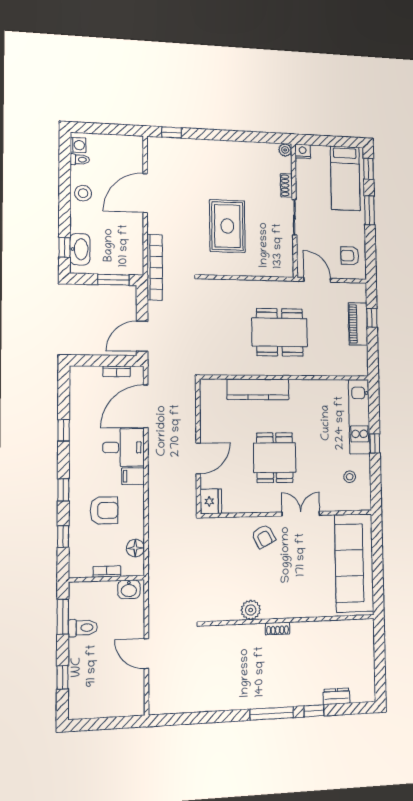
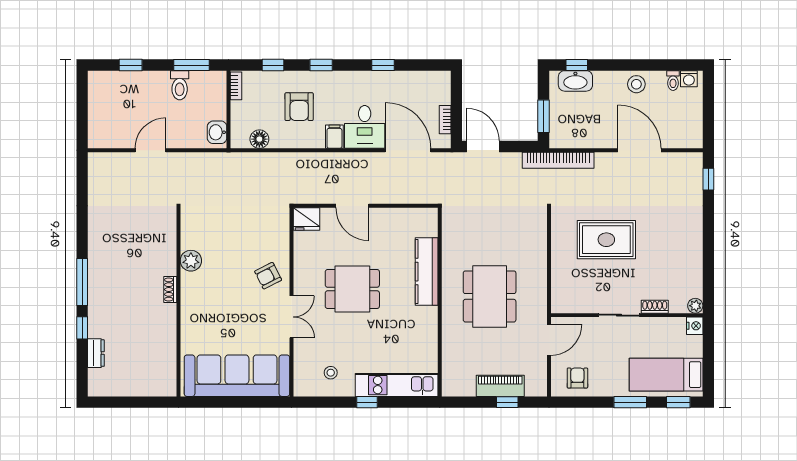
bookcase: (107, 572) -> (236, 86), moved

